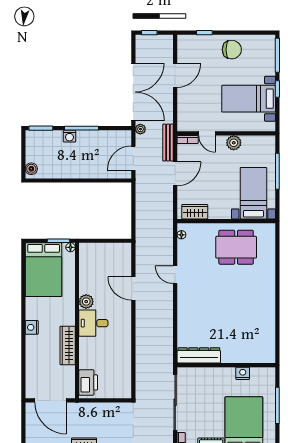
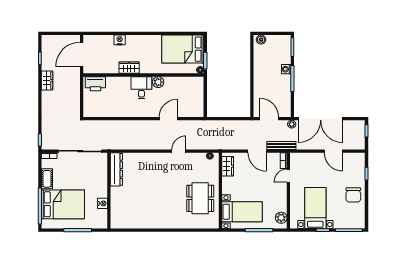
plant: (234, 143) -> (281, 218), moved
nightstand: (32, 327) -> (120, 40), moved
wardrobe: (68, 345) -> (129, 68), width x0.67

